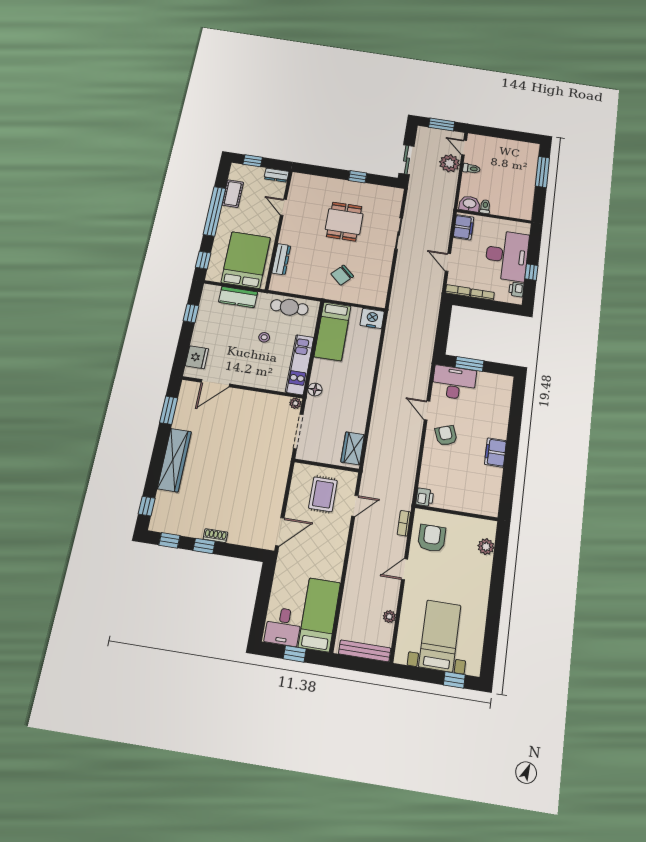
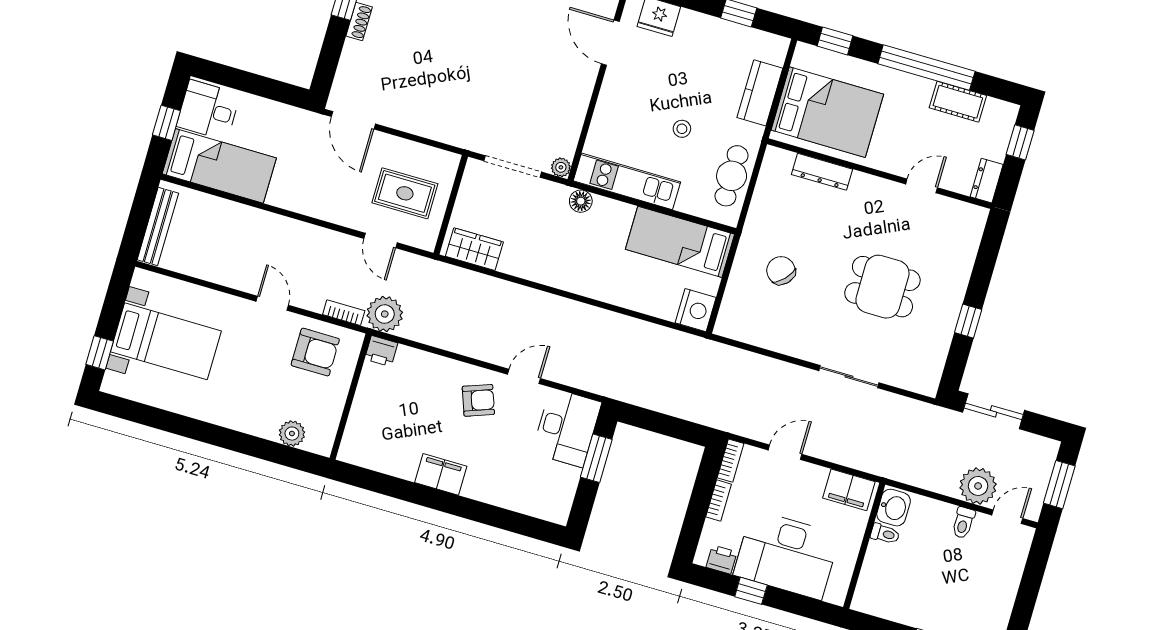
plant: (389, 617) -> (385, 314), moved, width x1.88, depth x1.88

